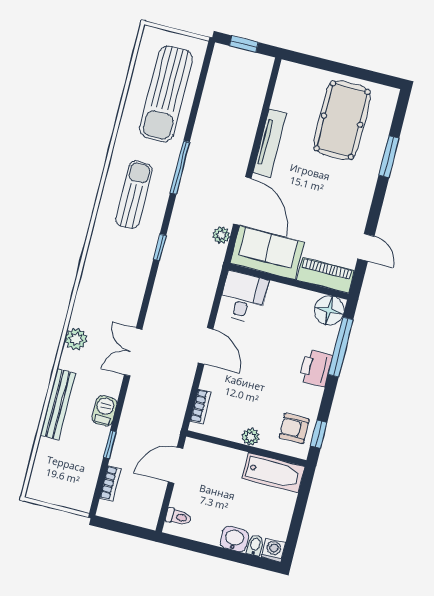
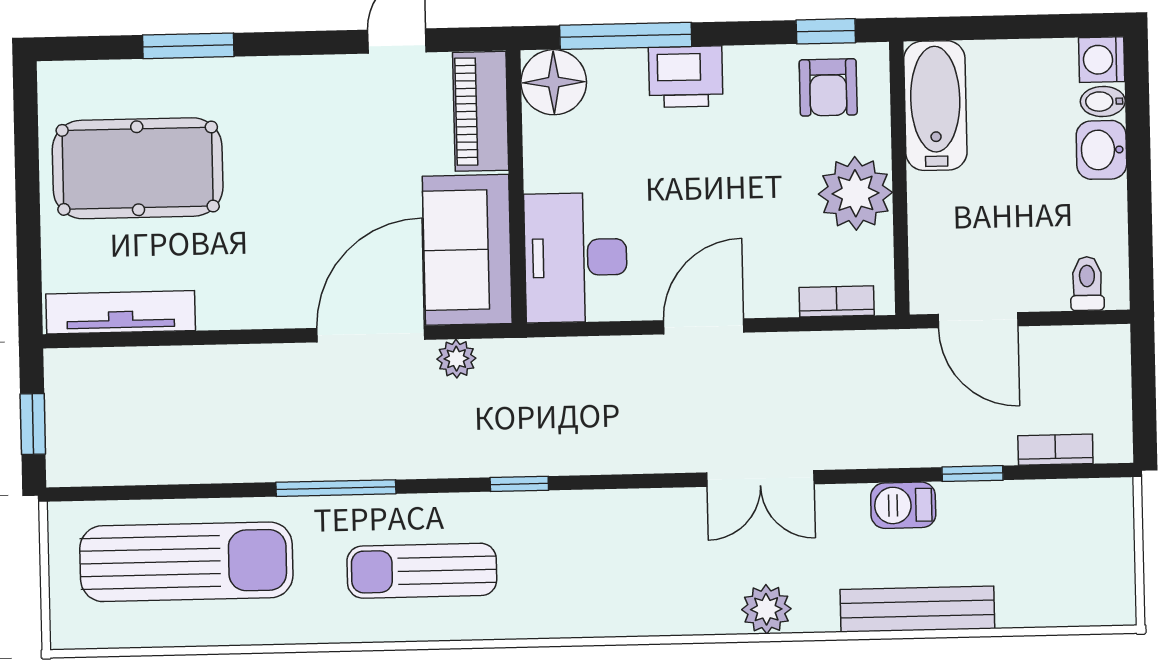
tv unit: (270, 143) -> (121, 312), moved
desk: (243, 297) -> (576, 258), width x1.37
plant: (251, 437) -> (855, 193), width x1.88, depth x1.88

